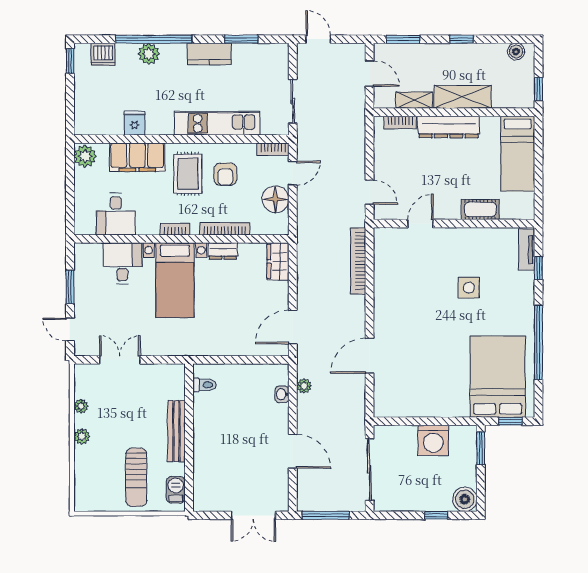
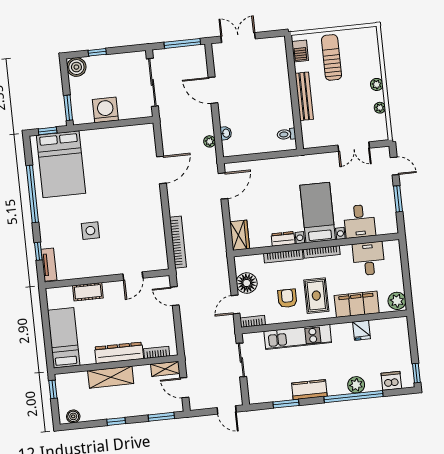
shelving: (414, 100) -> (165, 369), moved
bookcase: (175, 229) -> (322, 252), width x1.56

